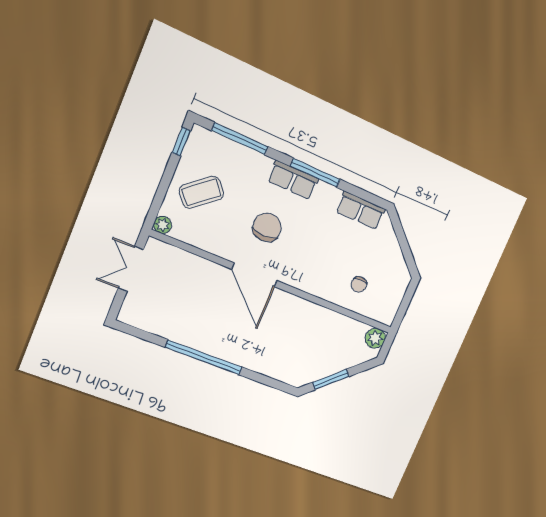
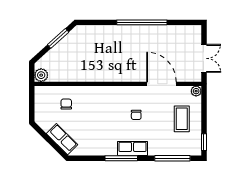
coffee table: (201, 192) -> (182, 119), turned -50
row of seats: (361, 210) -> (62, 139), moved, turned 45
chair: (267, 227) -> (136, 115), width x0.54, depth x0.54
door: (254, 275) -> (161, 84), moved

